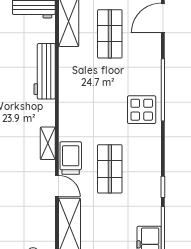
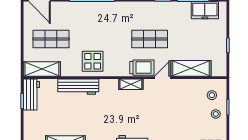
display table: (142, 110) -> (93, 61), moved
trolley: (71, 158) -> (142, 68), turned 180

